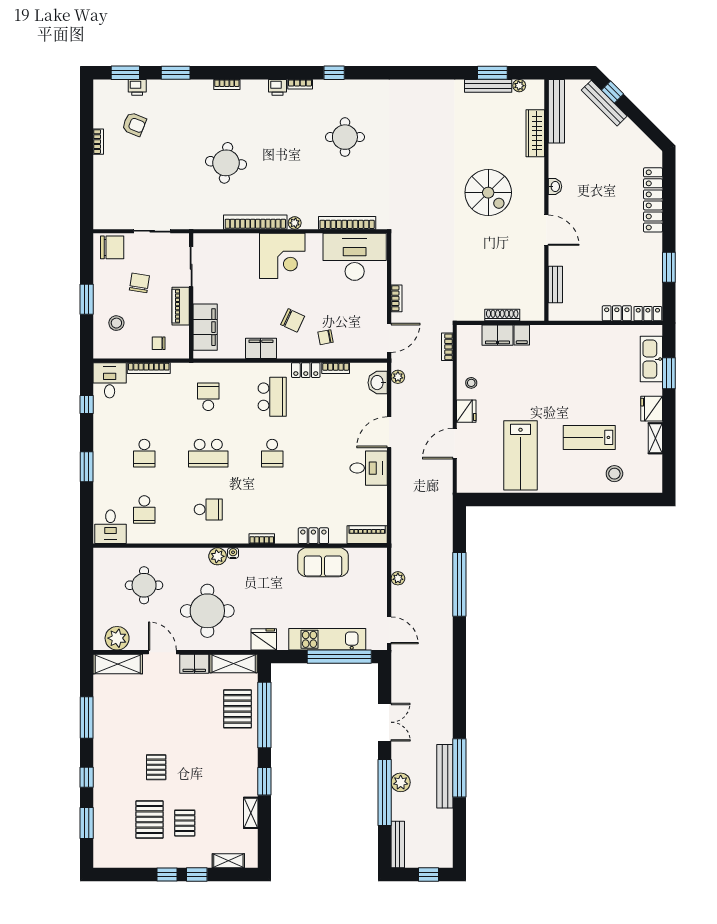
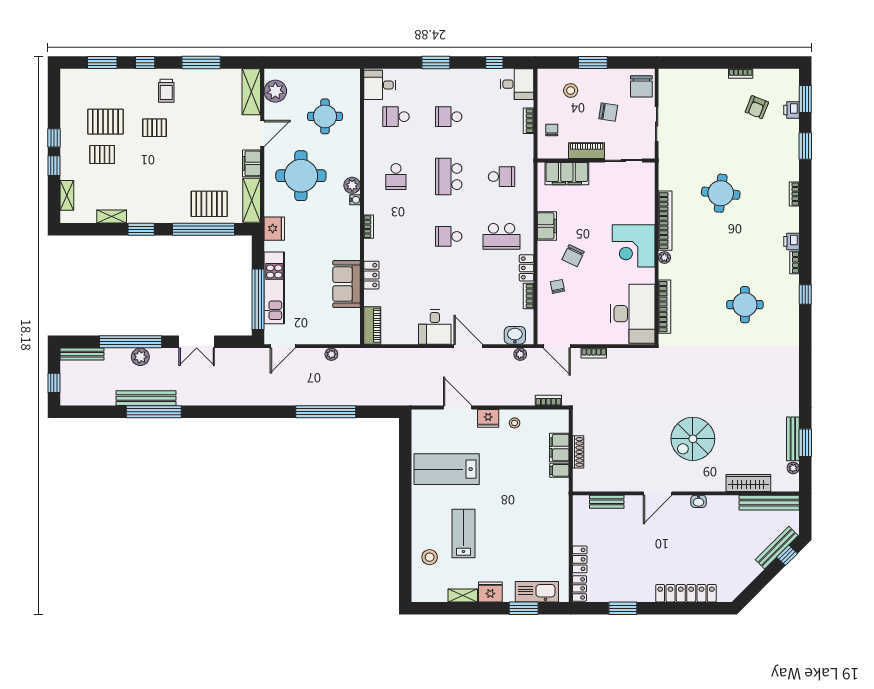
bookcase: (149, 368) -> (528, 121), width x0.64
trolley: (117, 755) -> (166, 91), added

